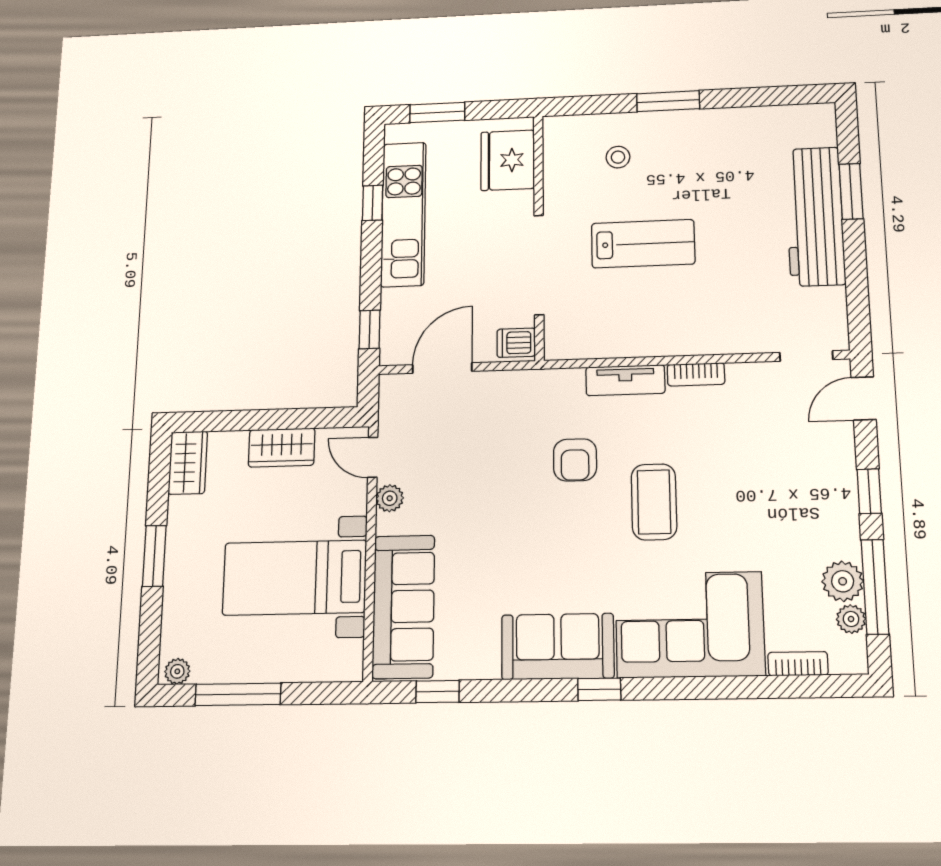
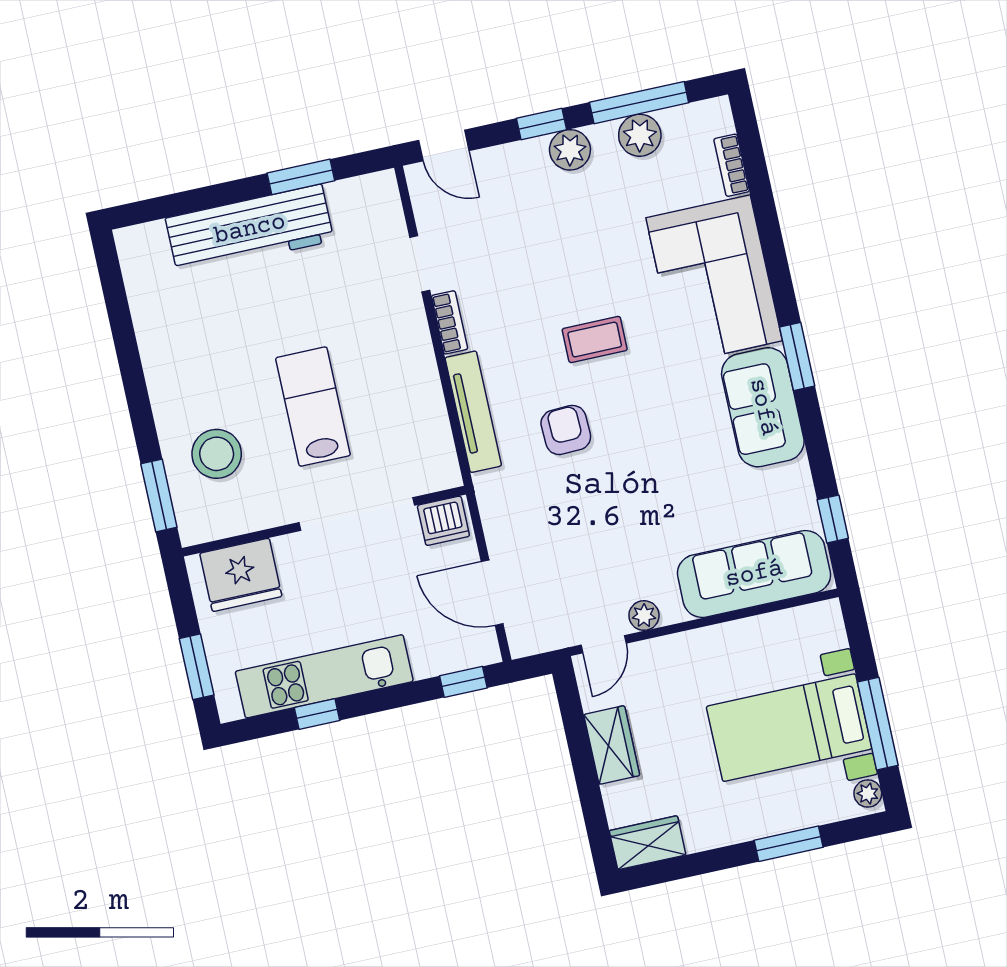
window: (668, 101) -> (159, 495), moved
stool: (618, 157) -> (217, 454), width x1.89, depth x1.89
window: (851, 191) -> (301, 177), moved
dishwasher: (516, 343) -> (443, 521), width x1.38
doorway: (806, 356) -> (420, 264), moved
tv unit: (625, 380) -> (473, 412), width x1.41
armchair: (575, 460) -> (566, 430), turned -92
coffee table: (654, 502) -> (595, 340), width x0.73, depth x0.77
window: (154, 556) -> (789, 844), moved
bed with nightstands: (295, 578) -> (789, 728), moved, turned 90
plant: (851, 619) -> (570, 150), moved, width x1.38, depth x1.38
window: (599, 689) -> (797, 356), width x1.50

